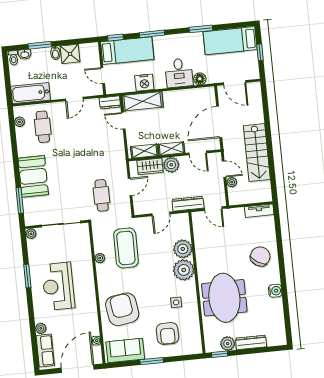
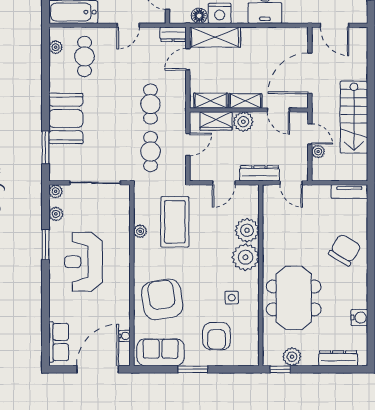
floor lamp: (200, 79) -> (199, 16), moved
door: (123, 121) -> (188, 59), hinge flipped
cafe table: (98, 158) -> (151, 104), added
water cooler: (275, 291) -> (359, 318), moved
plant: (41, 328) -> (56, 214), moved
dresser: (251, 342) -> (338, 358), moved

